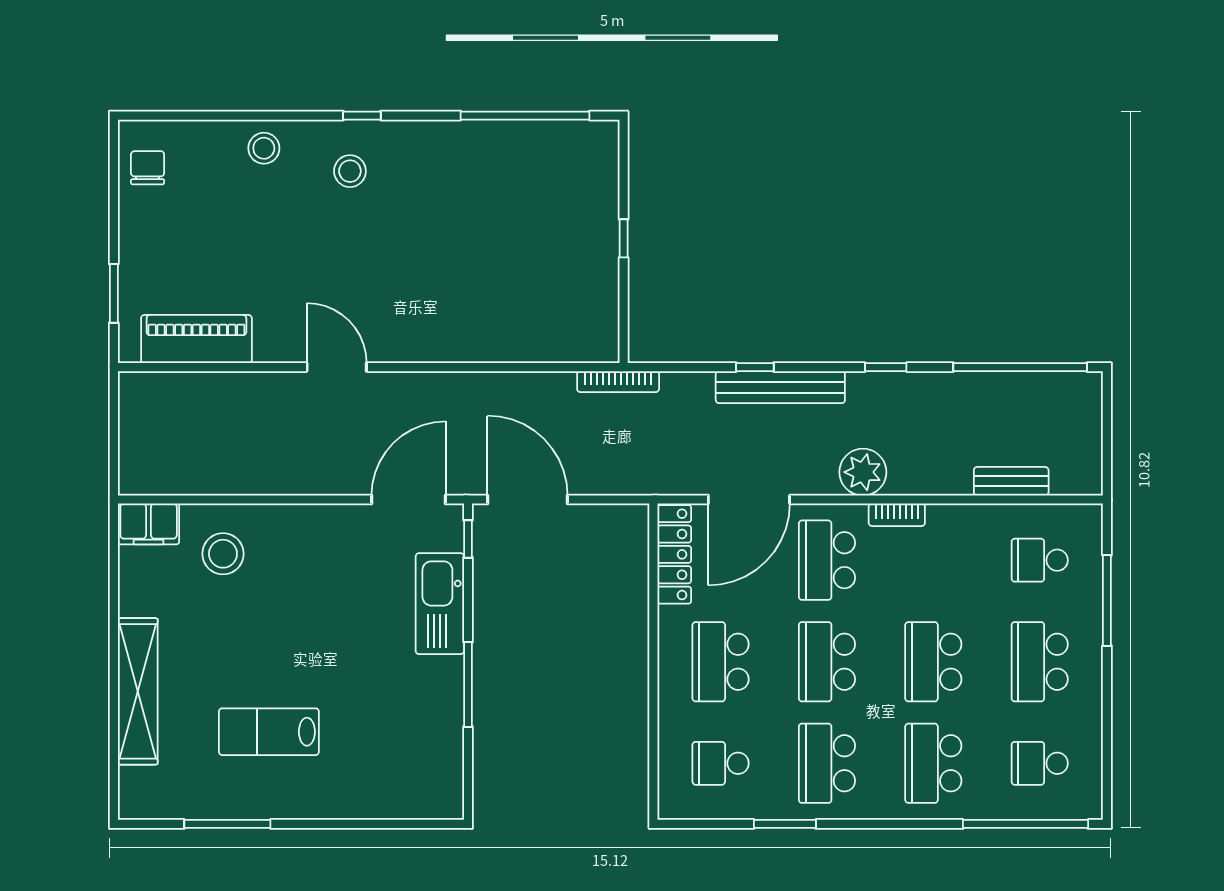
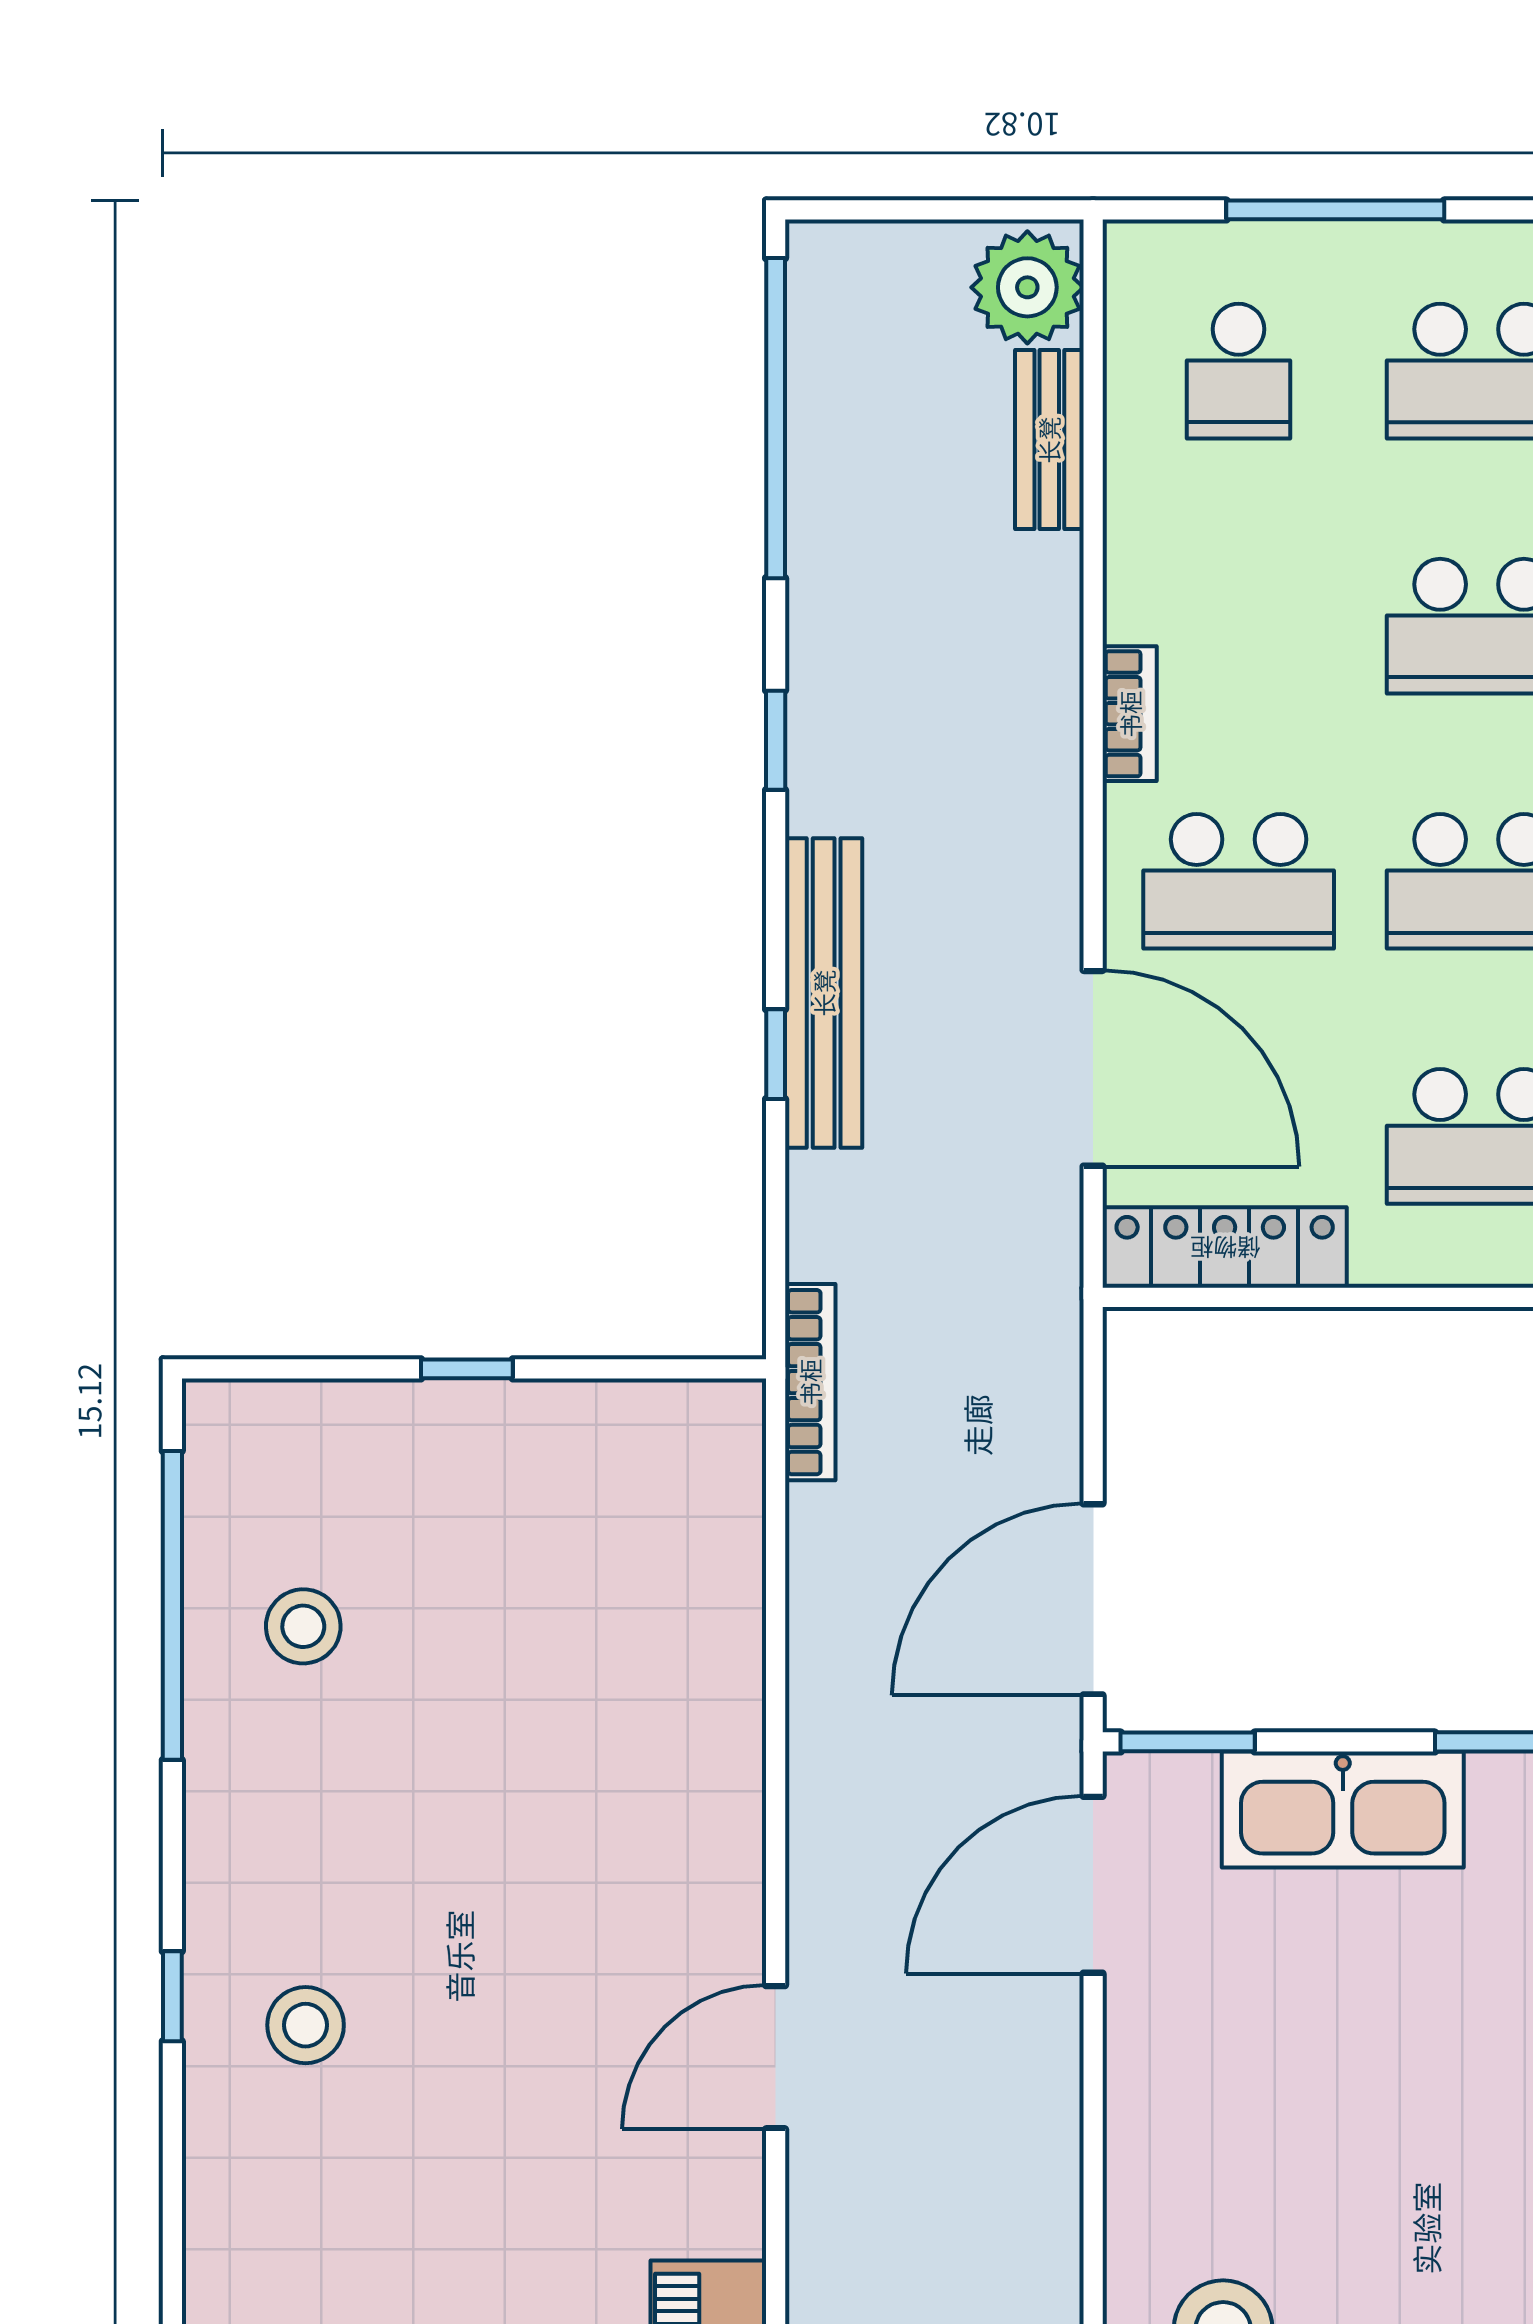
stool: (264, 148) -> (303, 1626), moved
plant: (863, 472) -> (1027, 287), moved
door: (408, 500) -> (1093, 1885), hinge flipped
window: (468, 539) -> (1188, 1742), width x1.50

